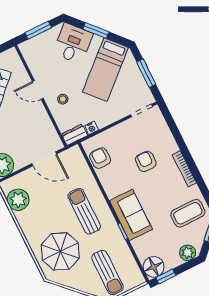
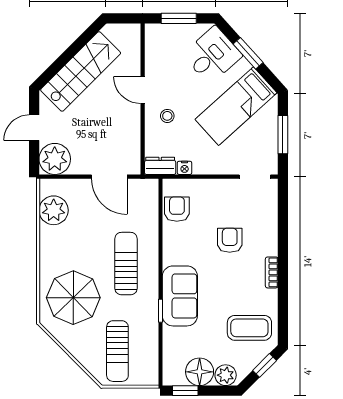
bookcase: (184, 169) -> (272, 272), width x0.64
floor lamp: (154, 267) -> (200, 372), moved

